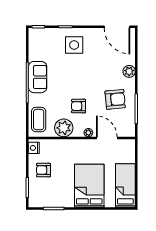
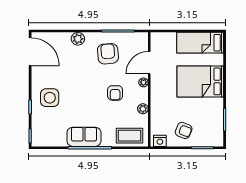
door: (117, 27) -> (30, 52), hinge flipped
plant: (64, 128) -> (143, 109), width x0.53, depth x0.53
armchair: (44, 170) -> (184, 130), turned -69

